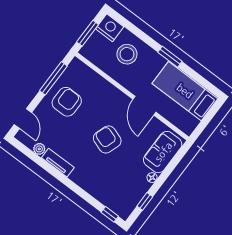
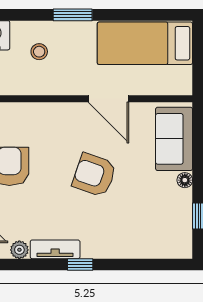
stool: (127, 54) -> (39, 52), width x0.53, depth x0.53
window: (170, 57) -> (73, 15), moved
window: (110, 214) -> (80, 265), moved

